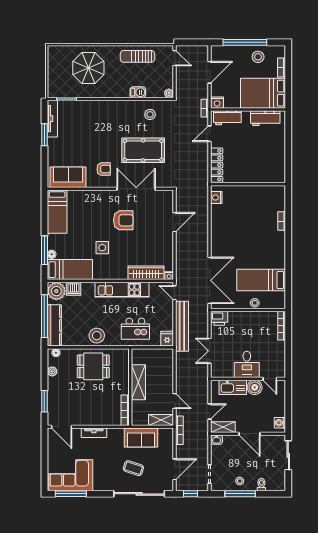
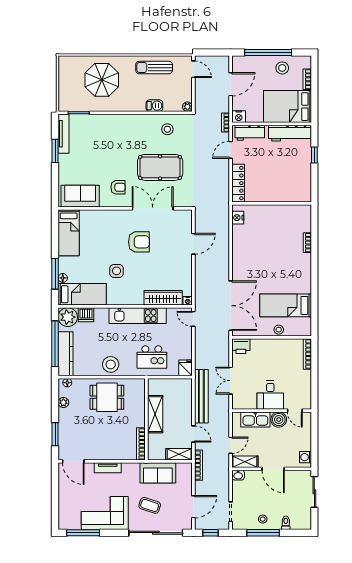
workbench: (265, 118) -> (290, 133), width x1.38
window: (288, 139) -> (314, 155), added
bench: (182, 326) -> (201, 396), moved
corner sofa: (71, 475) -> (105, 513), moved

